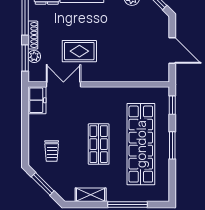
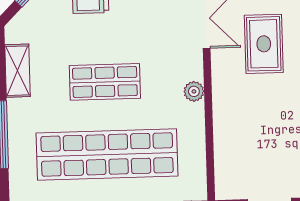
plant: (106, 92) -> (194, 91), added

